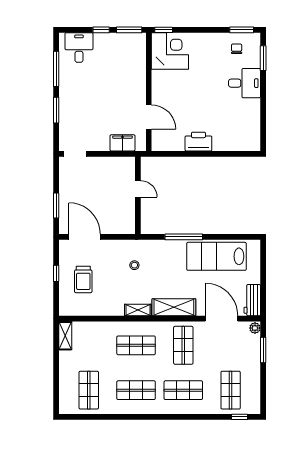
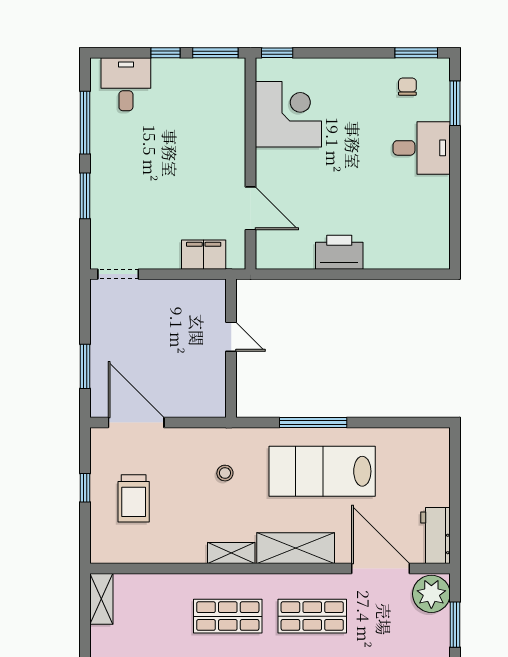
corner desk: (170, 51) -> (288, 114), moved
lab bench: (216, 256) -> (322, 471), moved
plant: (255, 328) -> (431, 594), width x1.88, depth x1.88
shop shelf: (183, 345) -> (312, 616), turned 90

